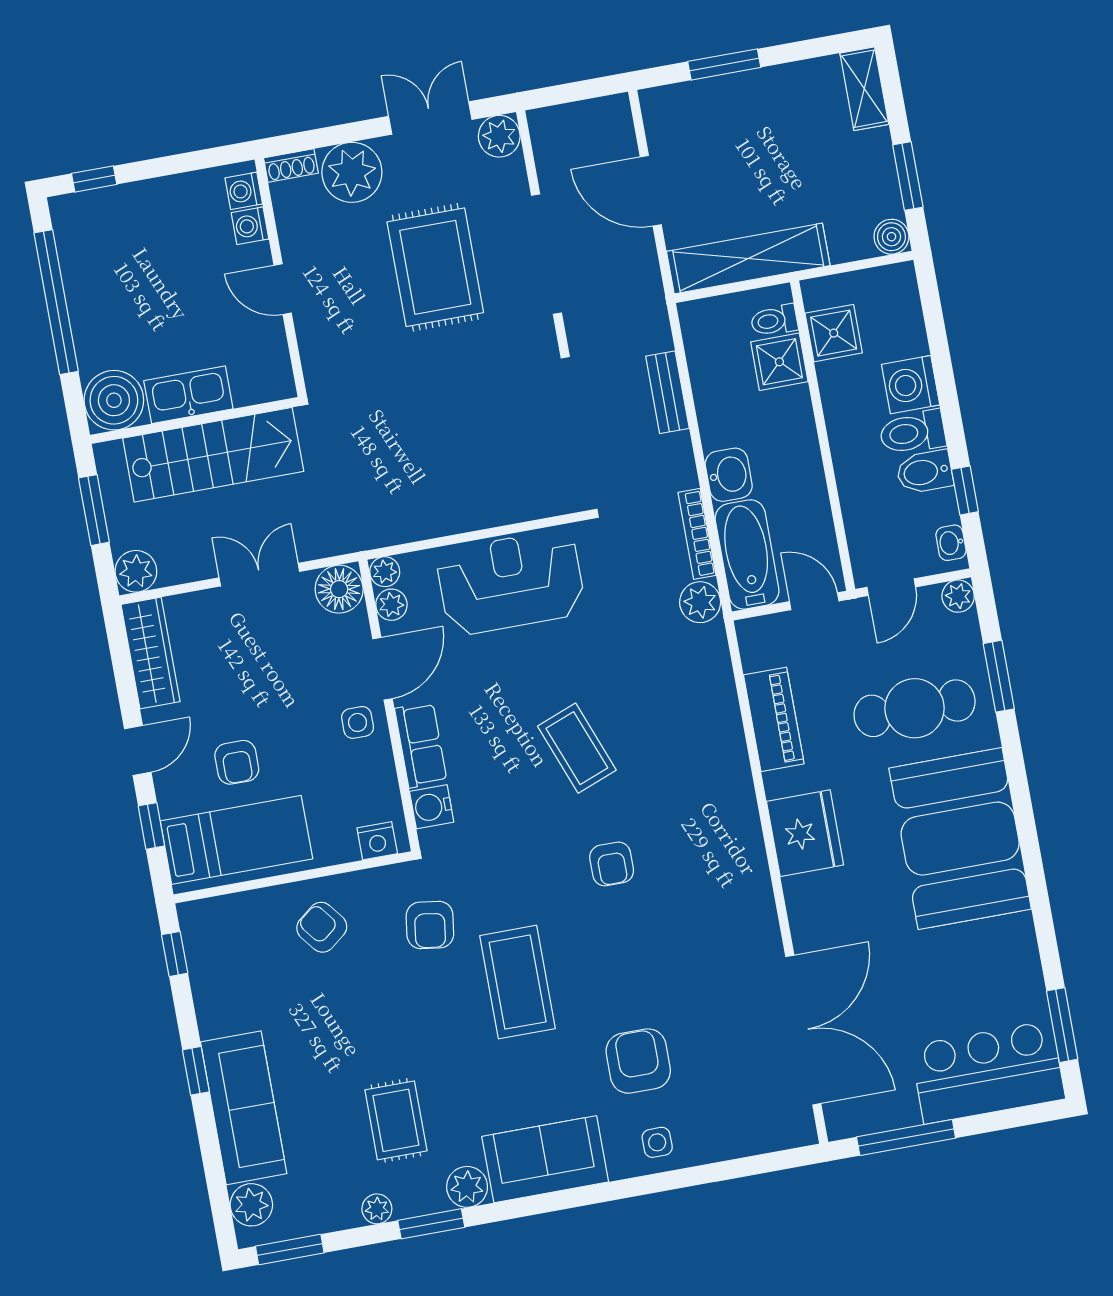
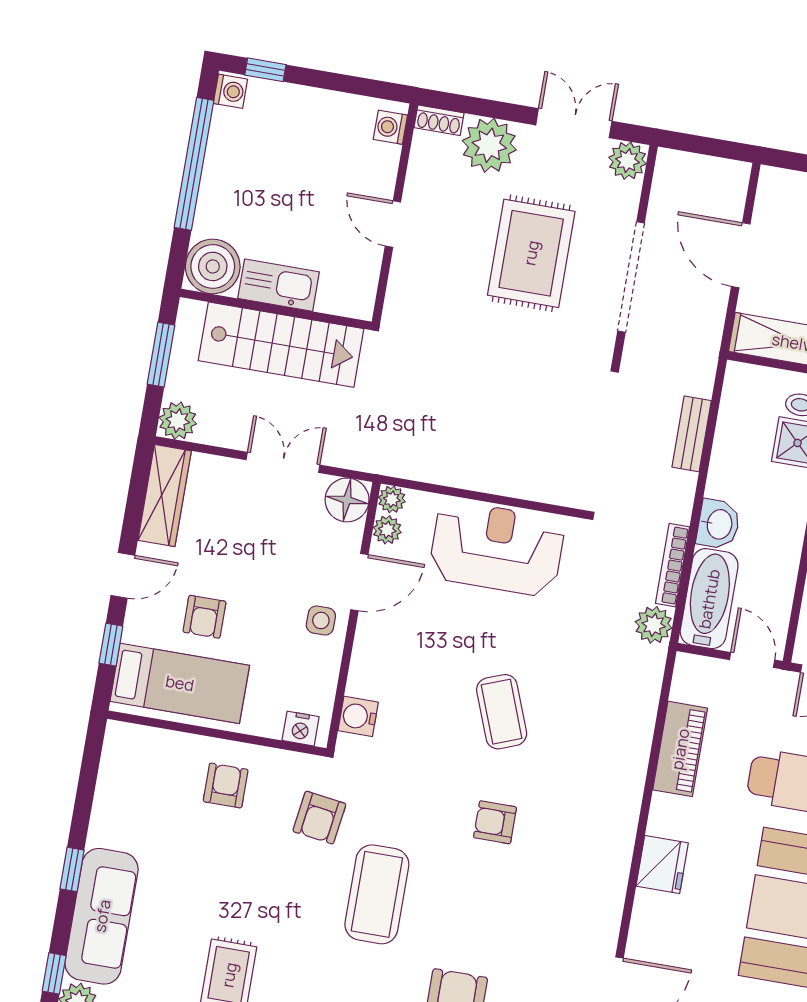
washing machine: (250, 226) -> (230, 91), moved, turned 180
row of seats: (421, 745) -> (368, 660), removed
fridge: (805, 833) -> (662, 865), width x0.73, depth x0.75
armchair: (612, 864) -> (495, 822), turned 90
armchair: (322, 927) -> (226, 785), turned 38
window: (175, 954) -> (54, 973), moved

